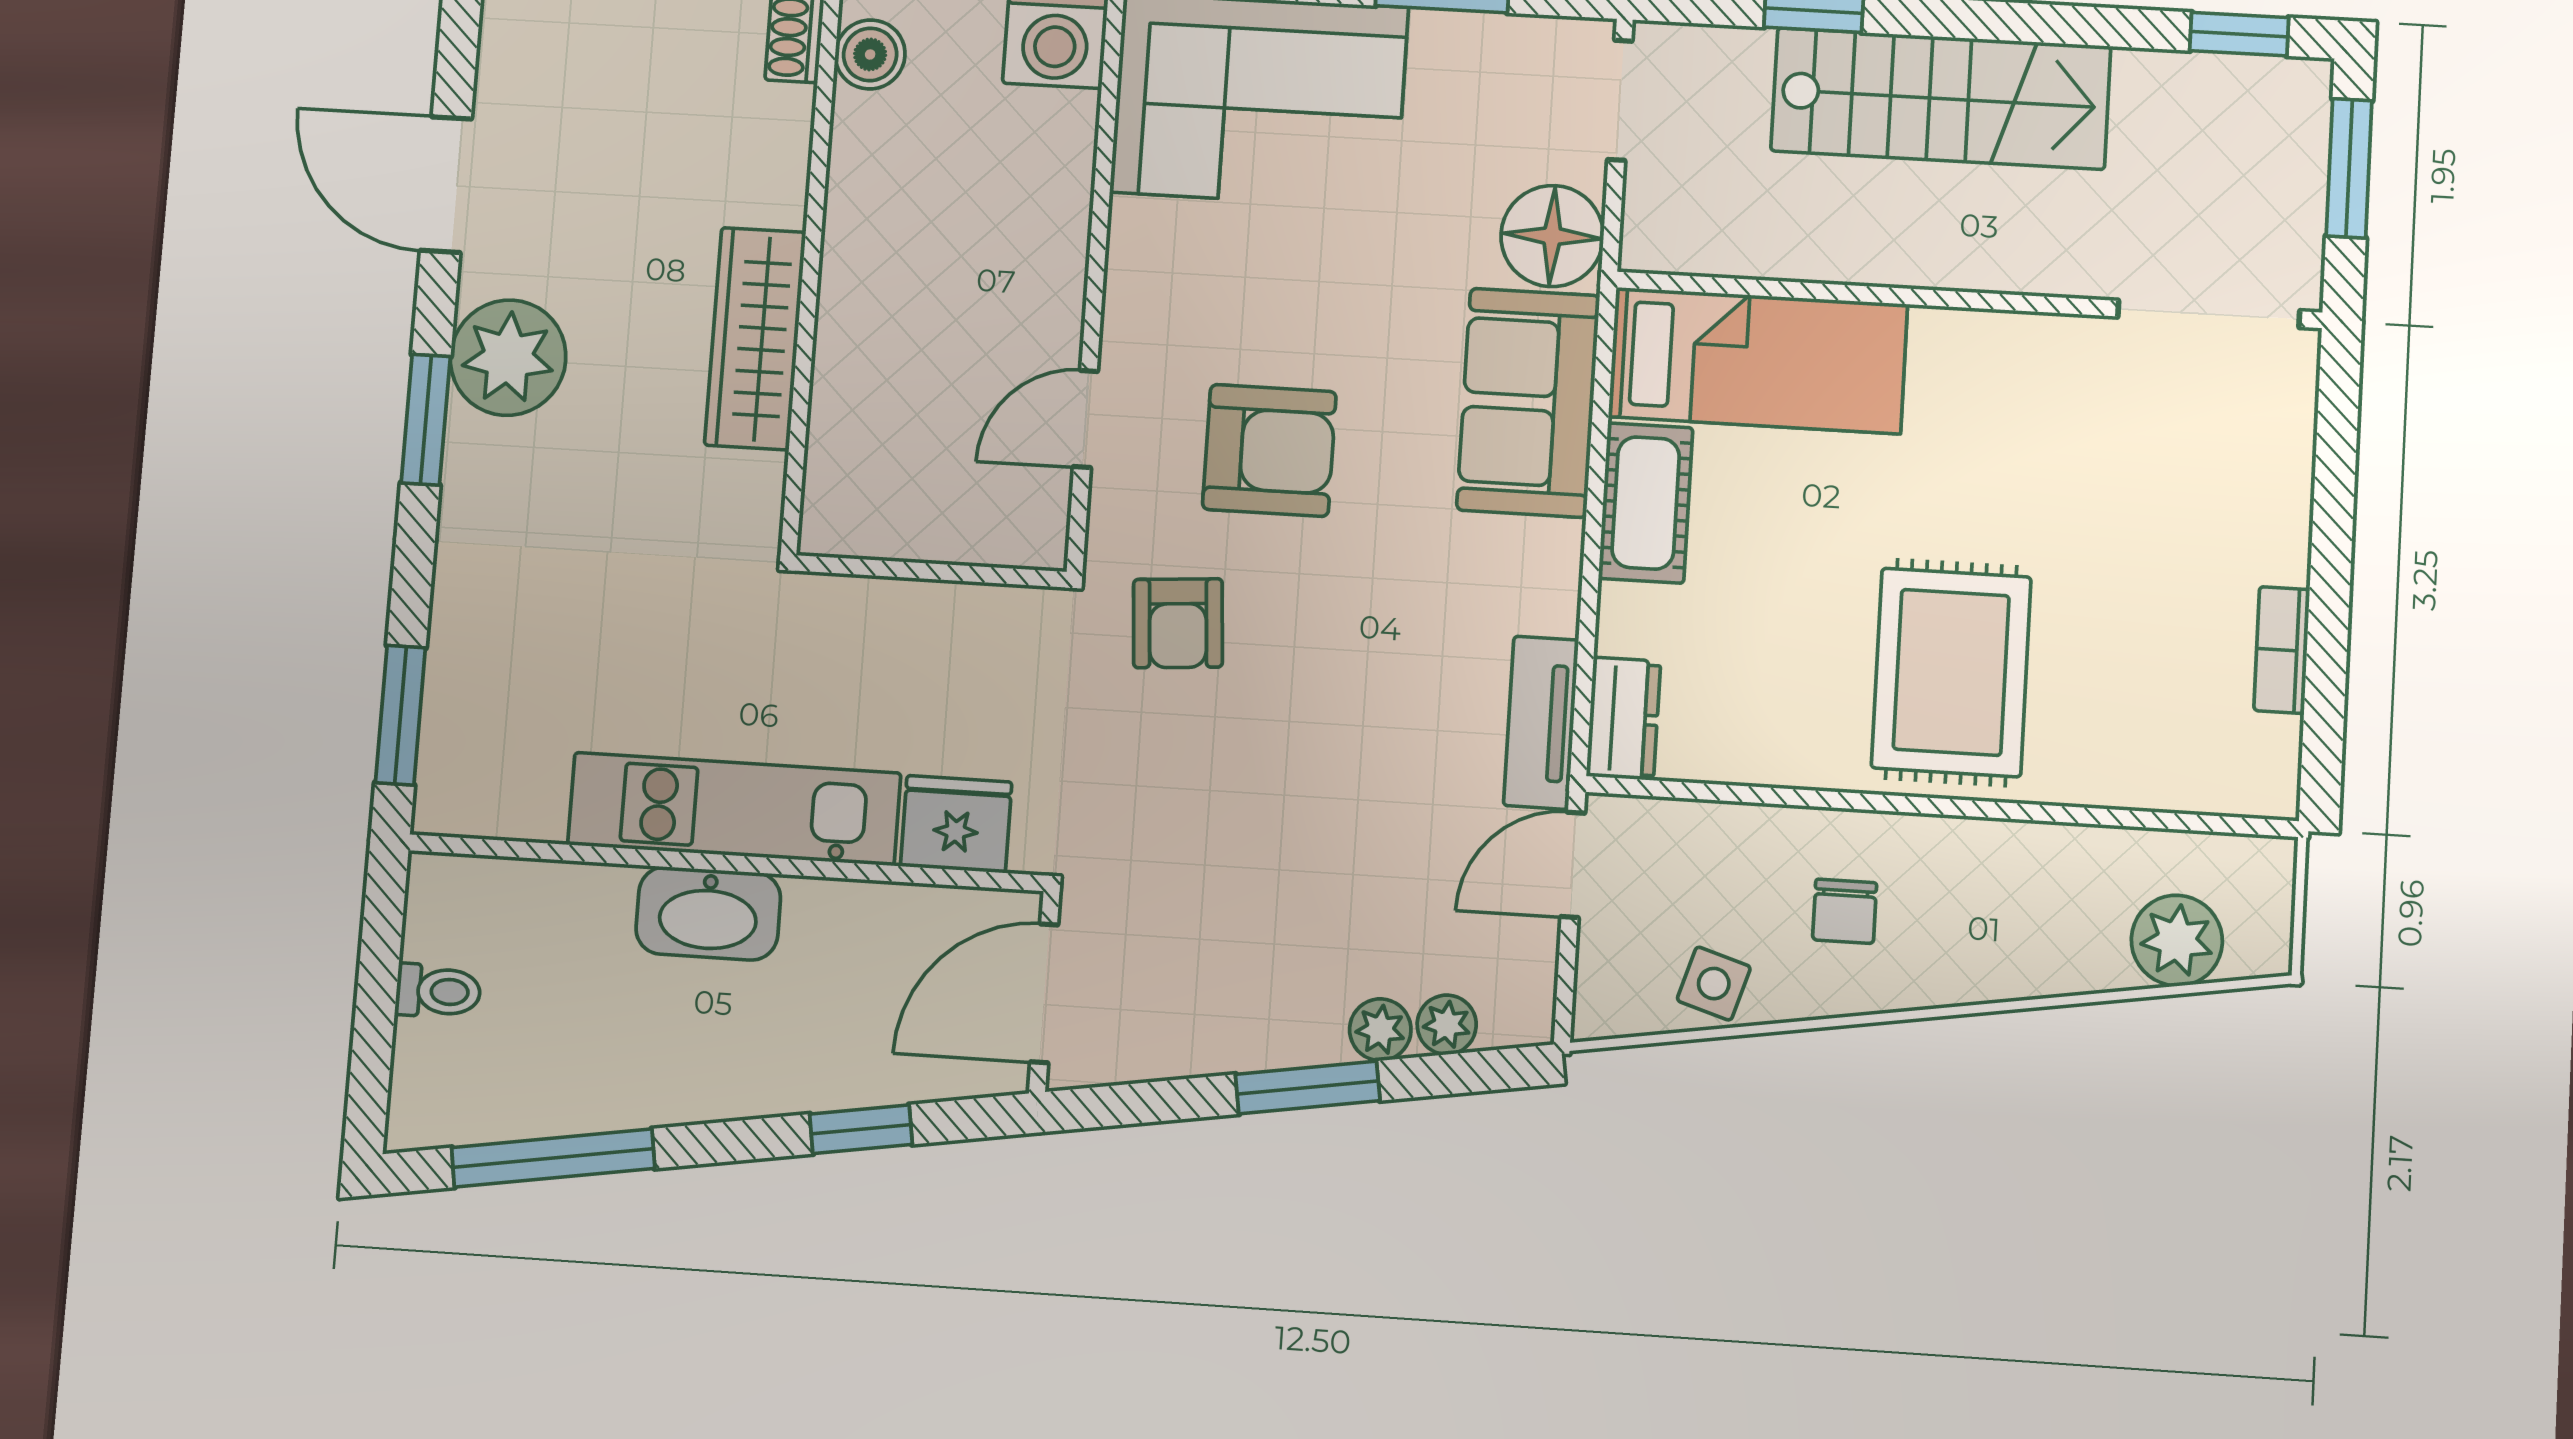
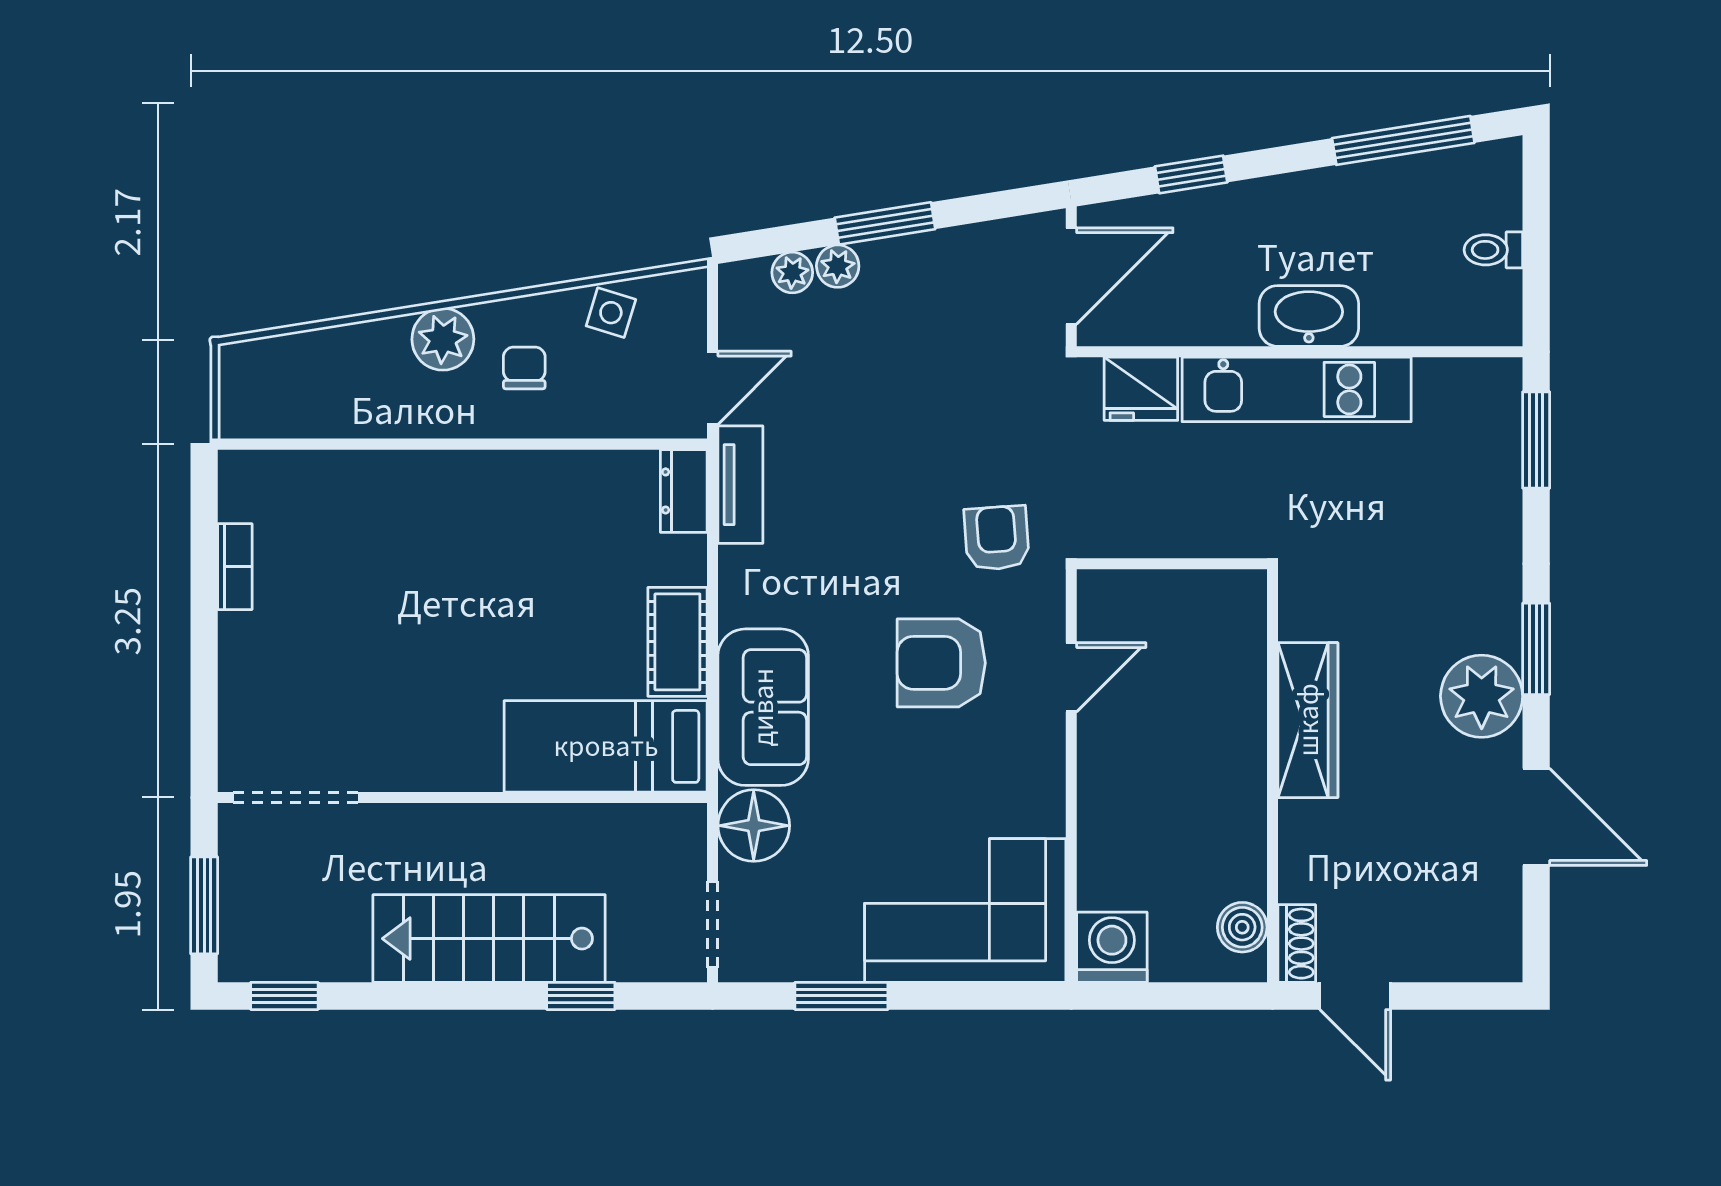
rug: (1951, 672) -> (460, 537), removed
plant: (2177, 941) -> (443, 339), moved

